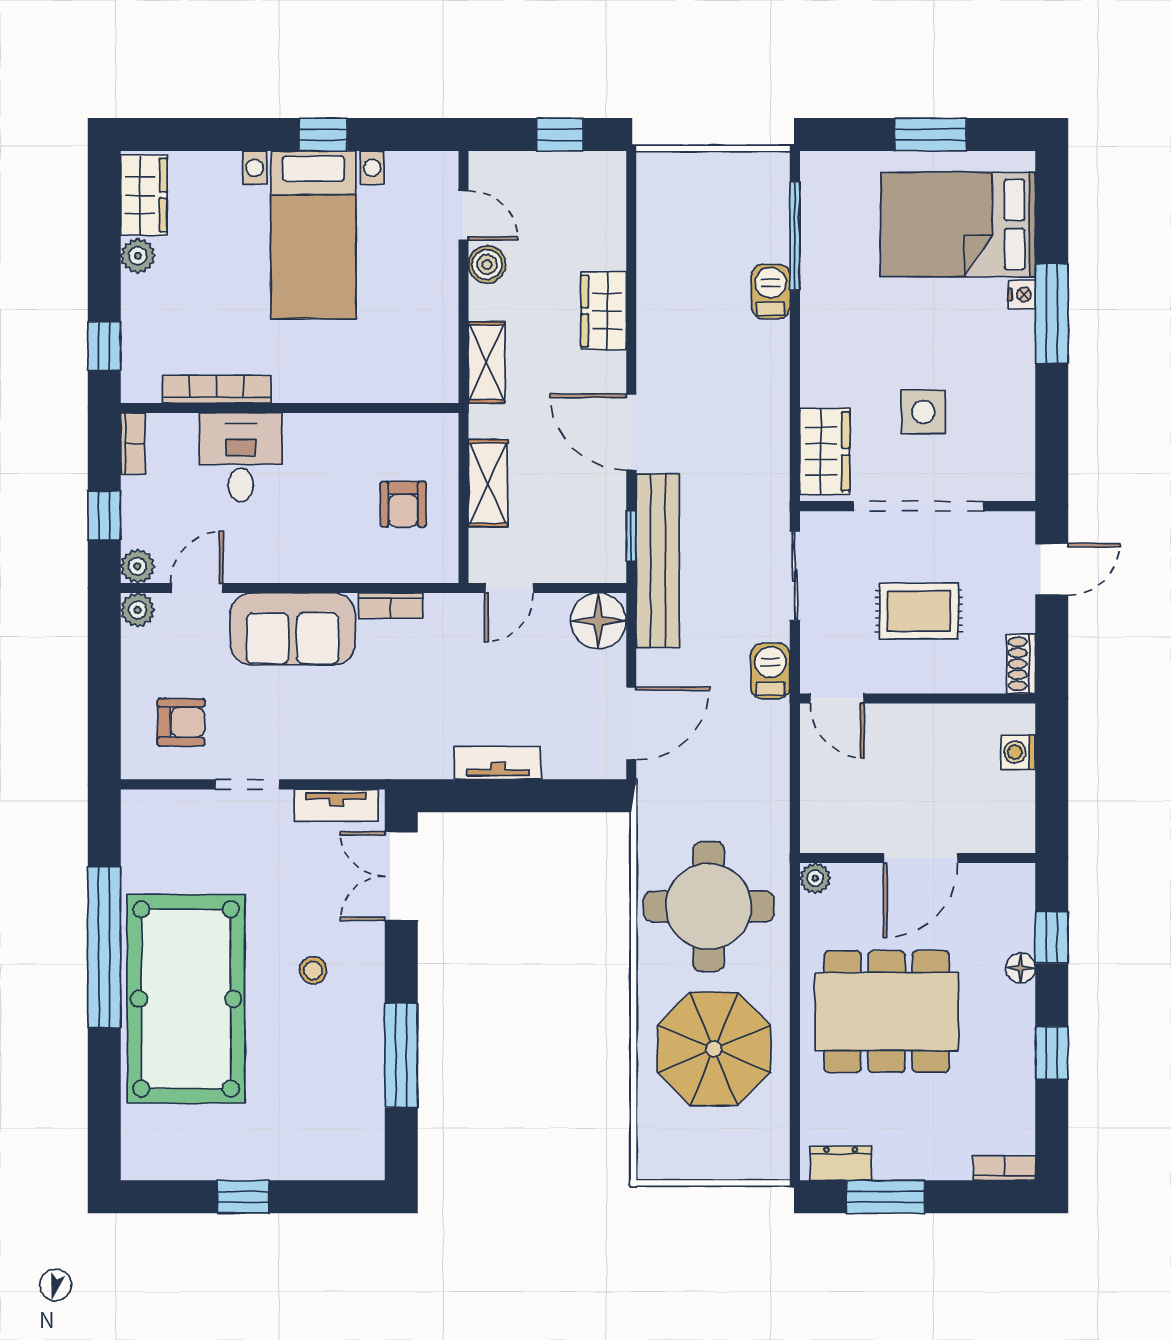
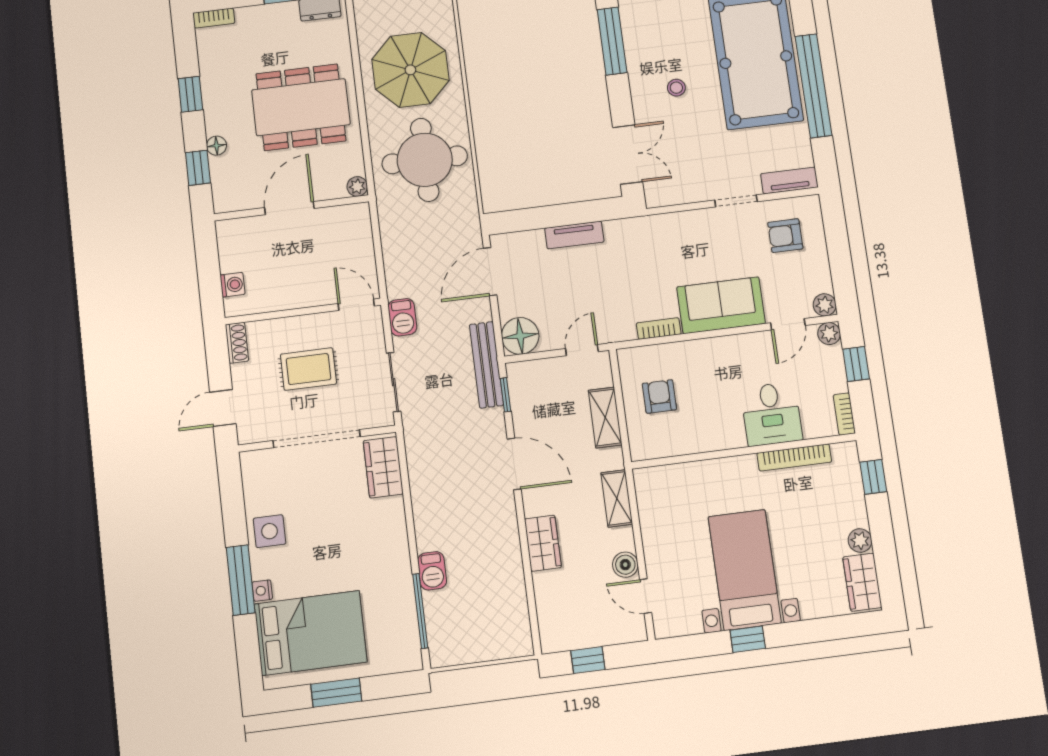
side table: (923, 412) -> (270, 531), moved
bench: (658, 561) -> (486, 365), width x0.73, depth x0.82
tv unit: (336, 805) -> (789, 181), moved

